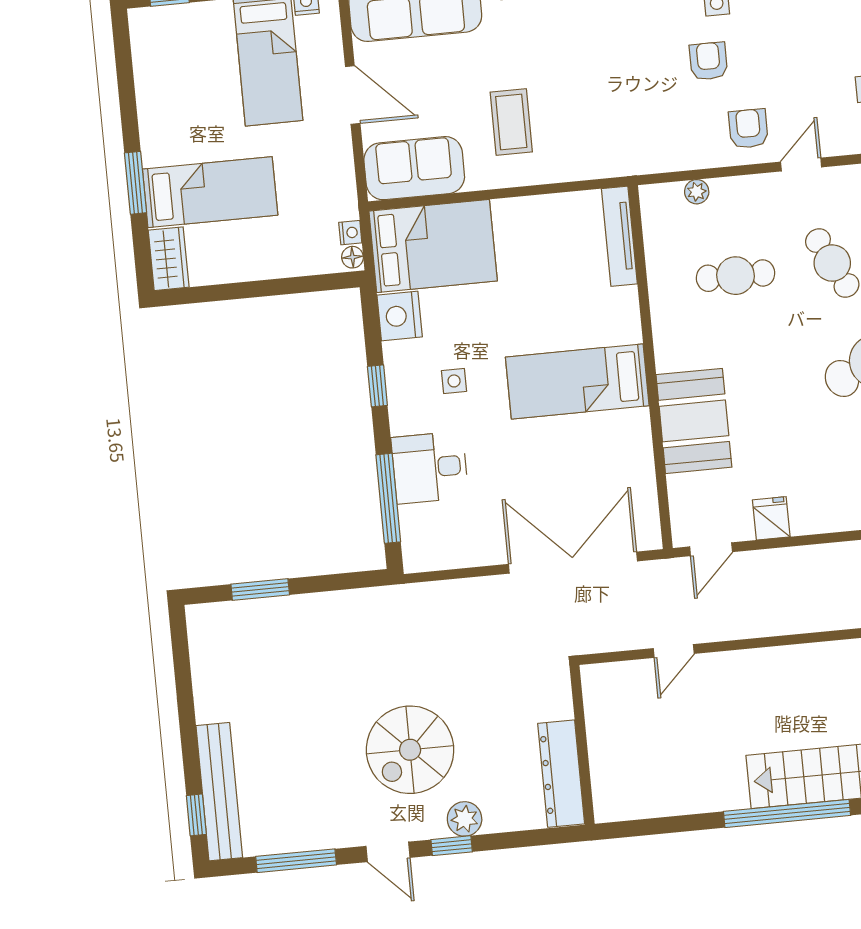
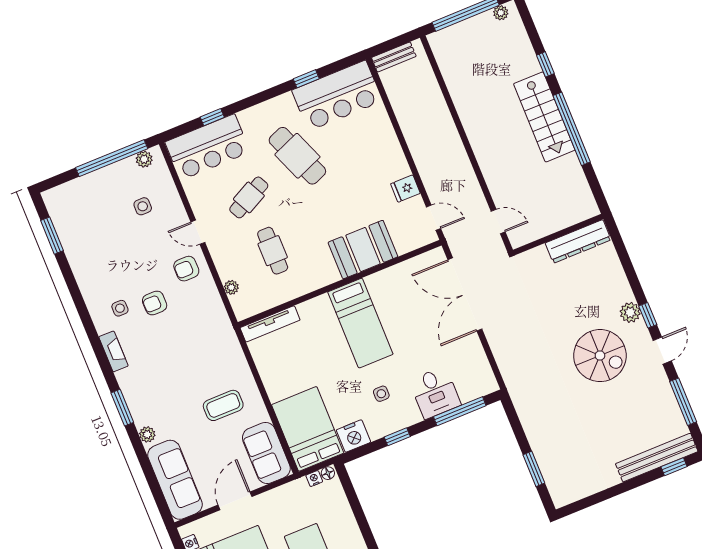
wall: (582, 745) -> (558, 235), moved
dresser: (561, 774) -> (578, 241), moved

